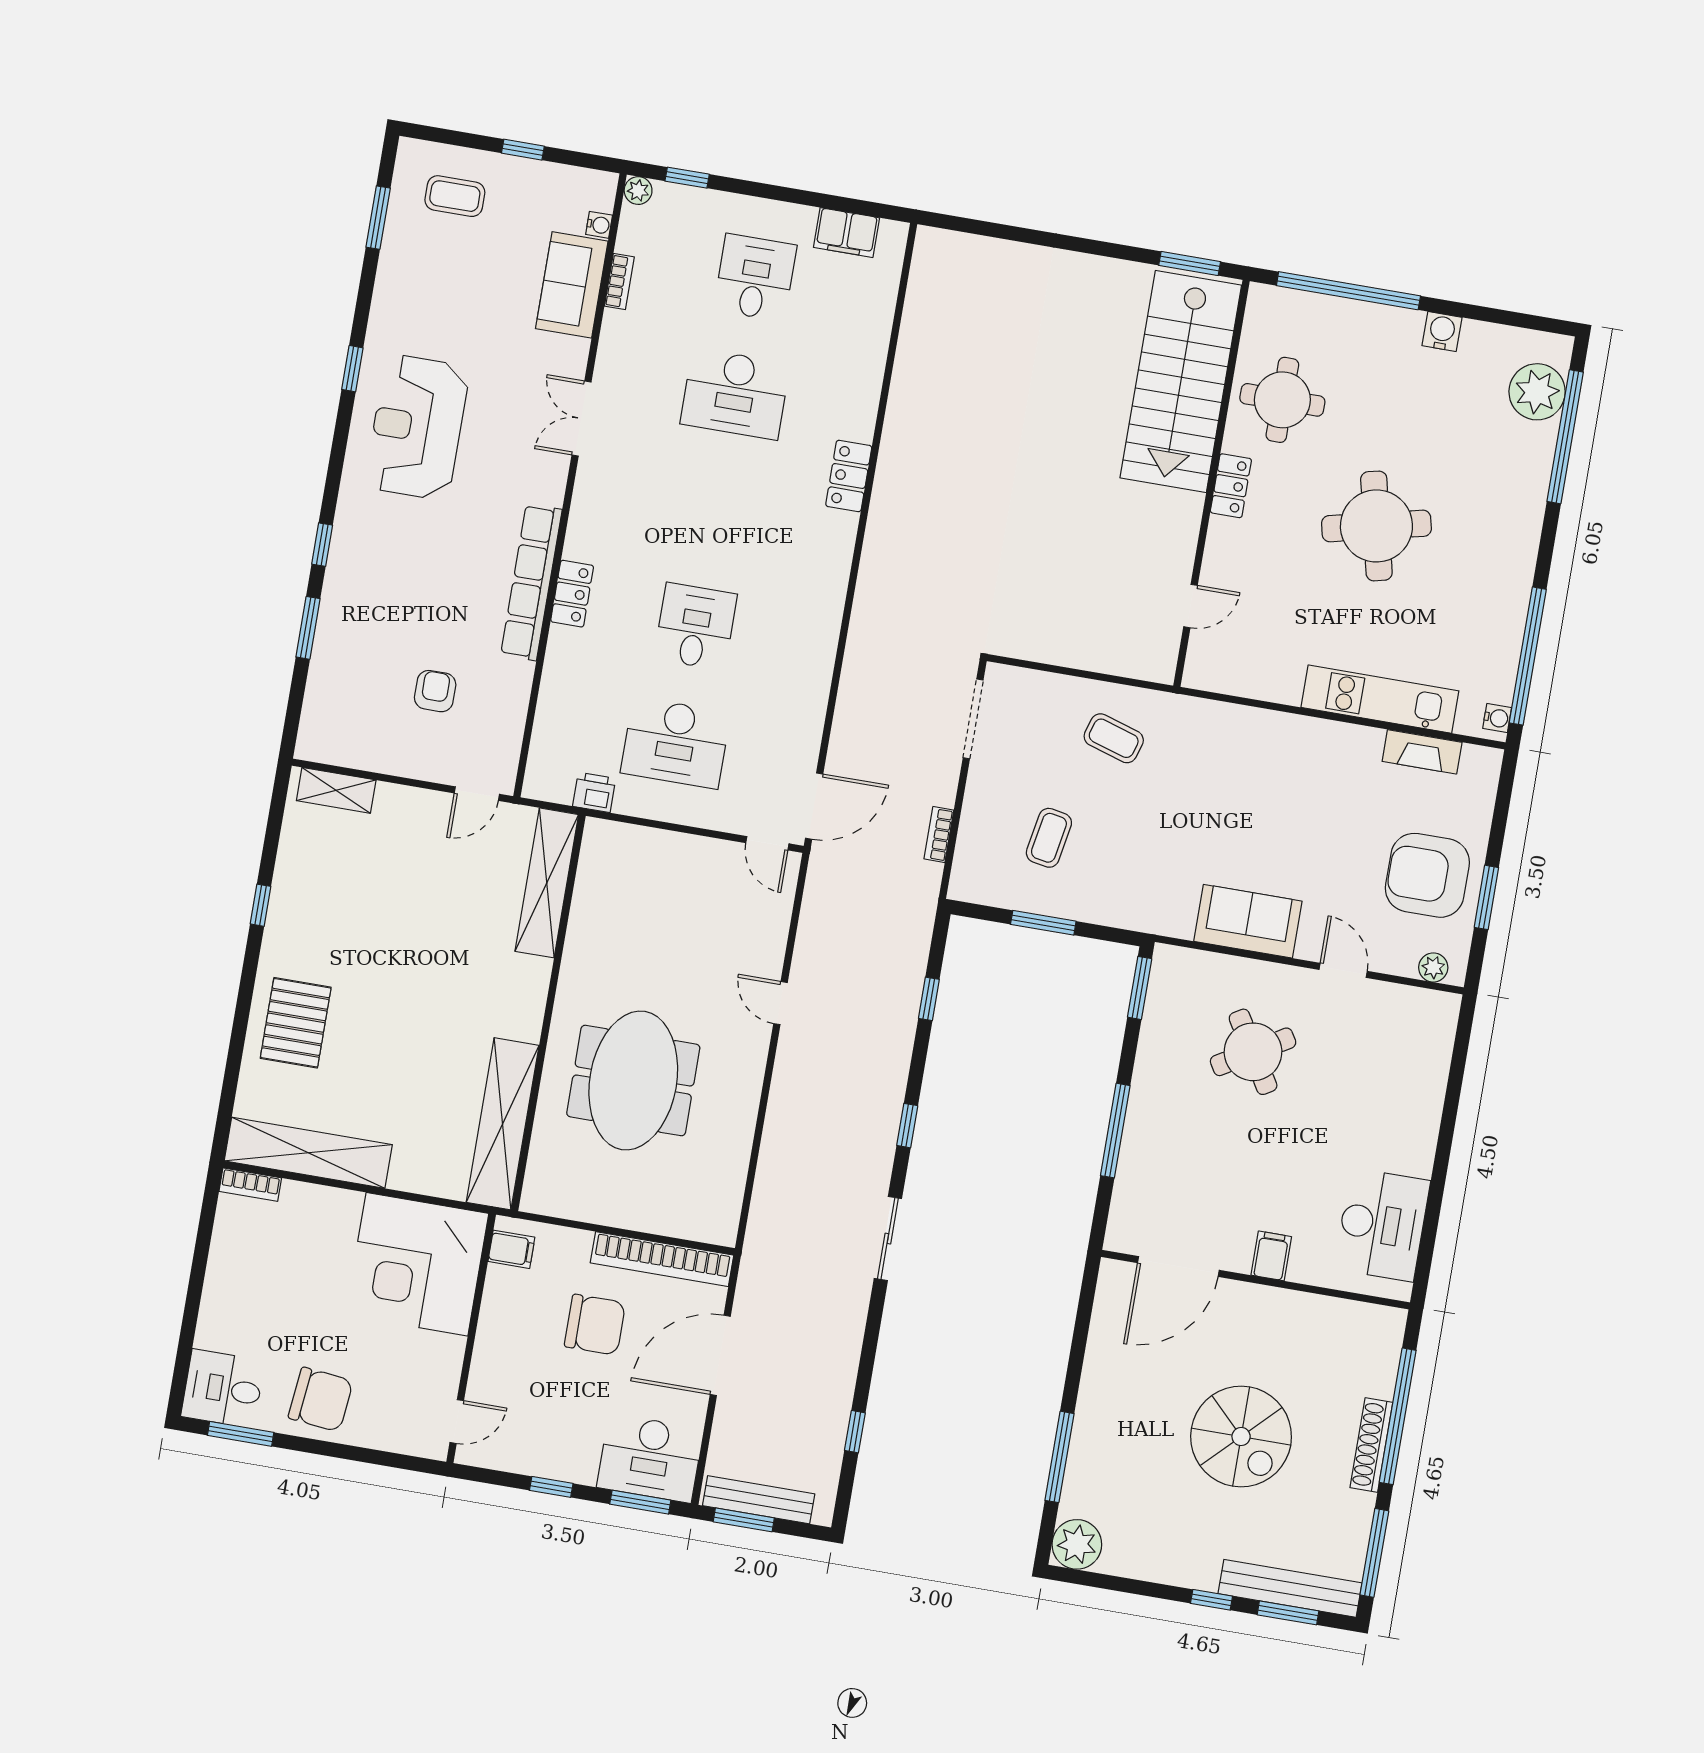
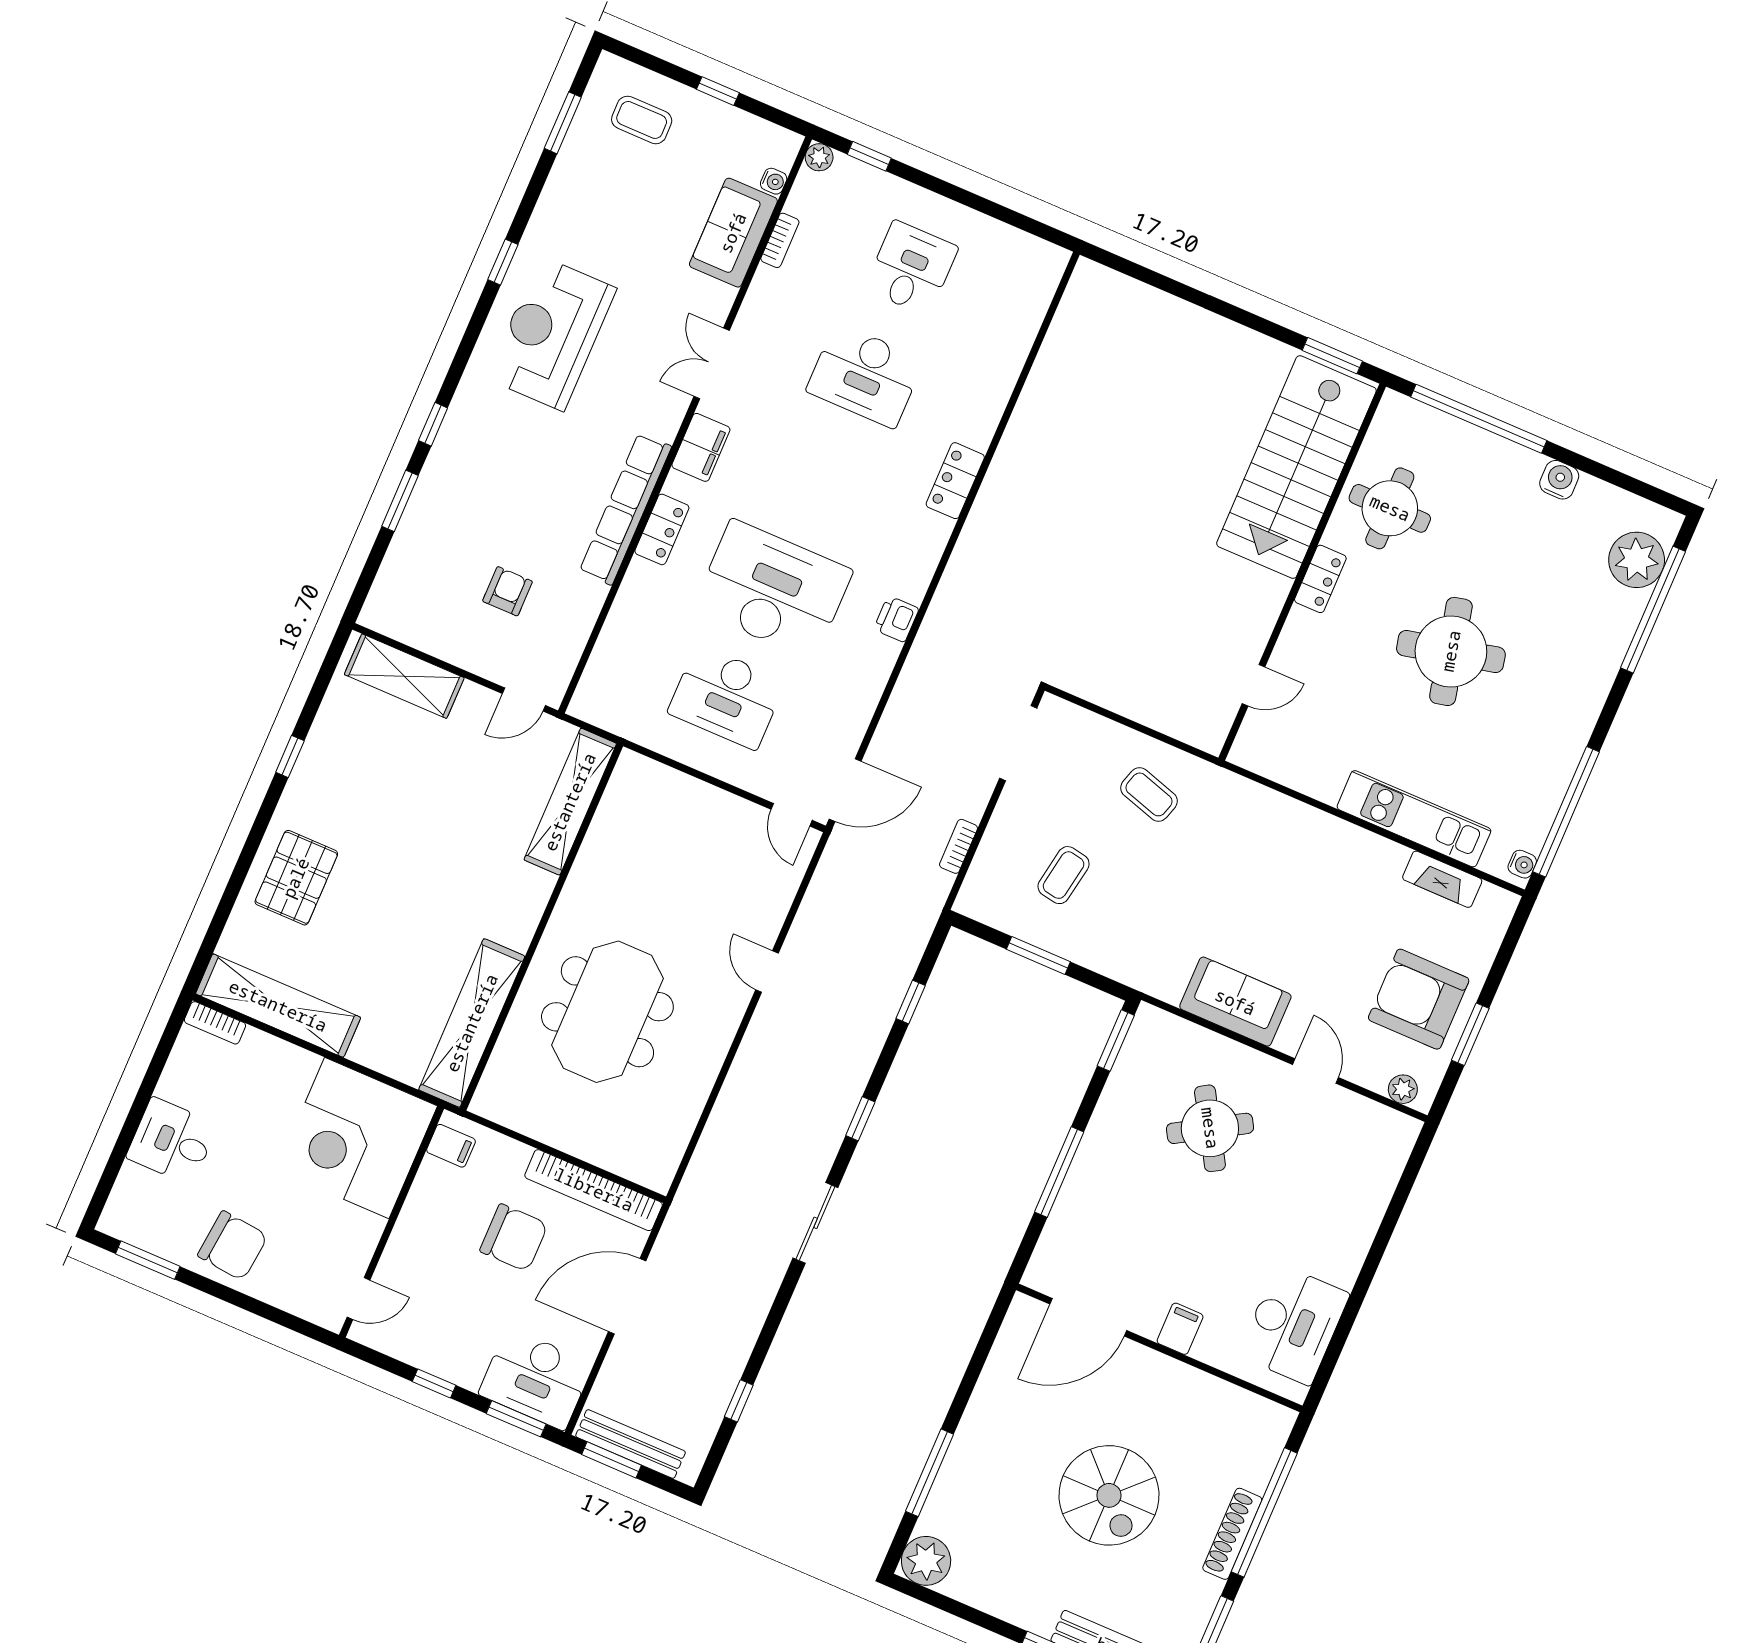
filing cabinet: (847, 233) -> (701, 447), moved, turned -90
desk: (695, 626) -> (773, 590), width x1.87, depth x1.30
shelving: (336, 790) -> (404, 676), width x1.50, depth x1.33
printer: (594, 792) -> (896, 619), moved, turned -90
desk: (223, 1389) -> (172, 1141), moved

